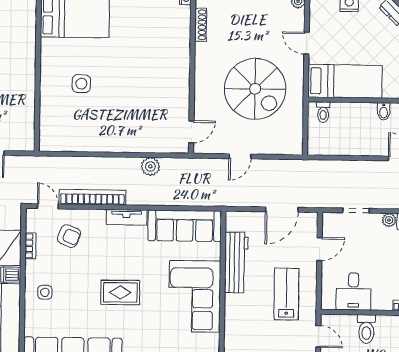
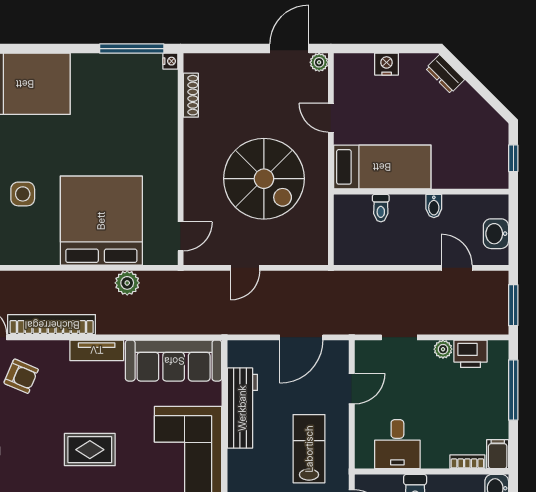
side table: (81, 84) -> (23, 194), moved
toilet: (323, 112) -> (381, 208), moved
bed: (131, 119) -> (101, 221), added

